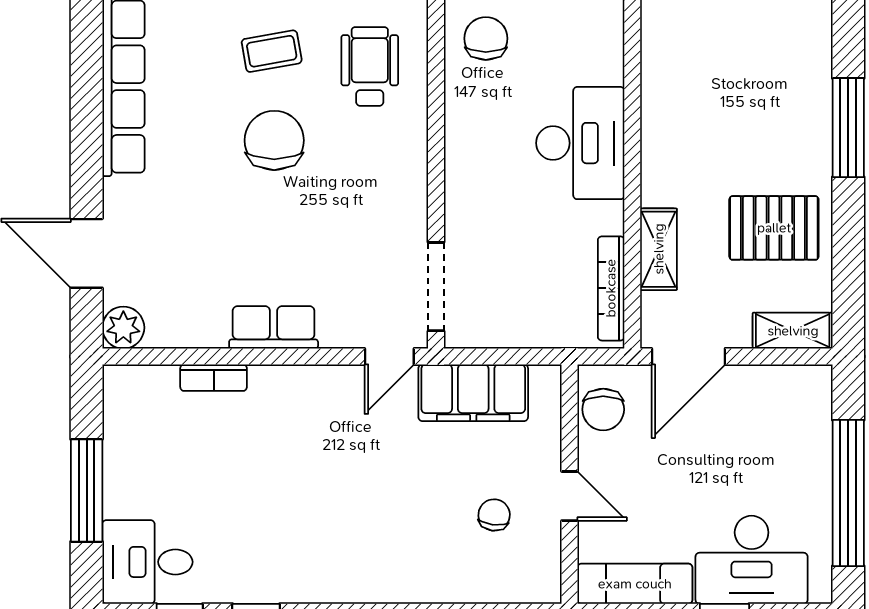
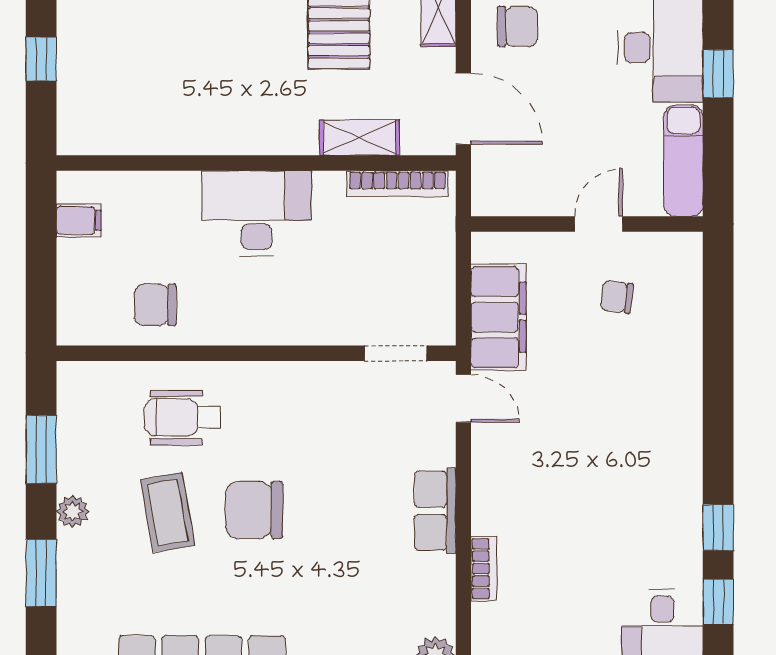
coffee table: (272, 51) -> (168, 512), width x1.36, depth x1.30
doorway: (436, 287) -> (396, 353), width x0.73
chair: (603, 409) -> (518, 26), moved

